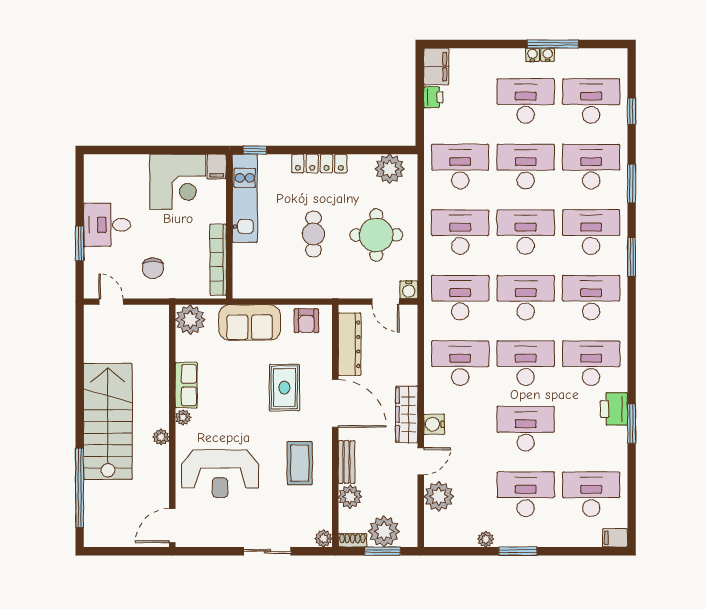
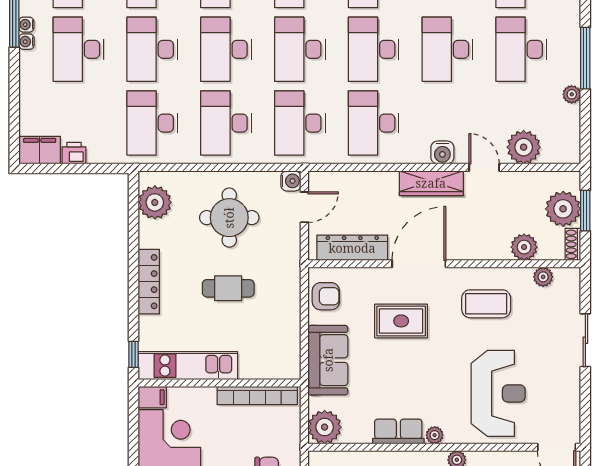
bench: (346, 462) -> (485, 251), removed
plant: (324, 538) -> (543, 277), moved
window: (518, 551) -> (585, 58), width x1.44

